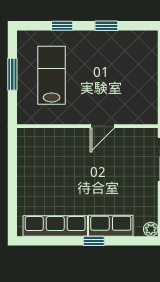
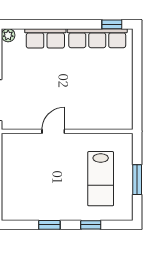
window: (94, 241) -> (112, 24), moved

